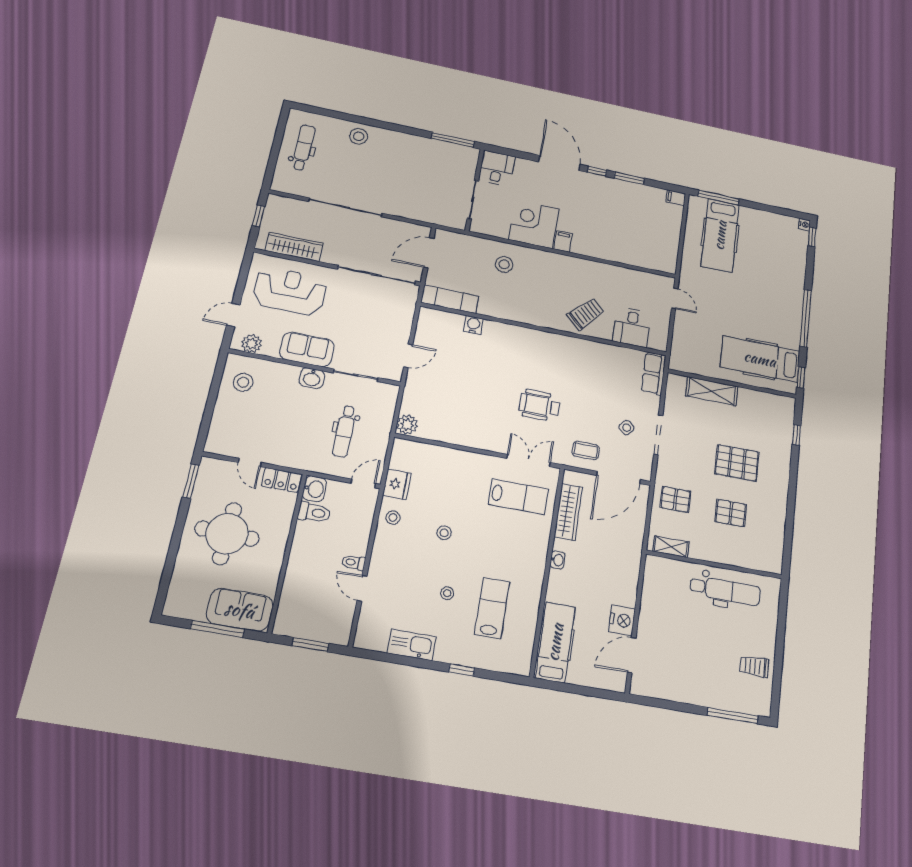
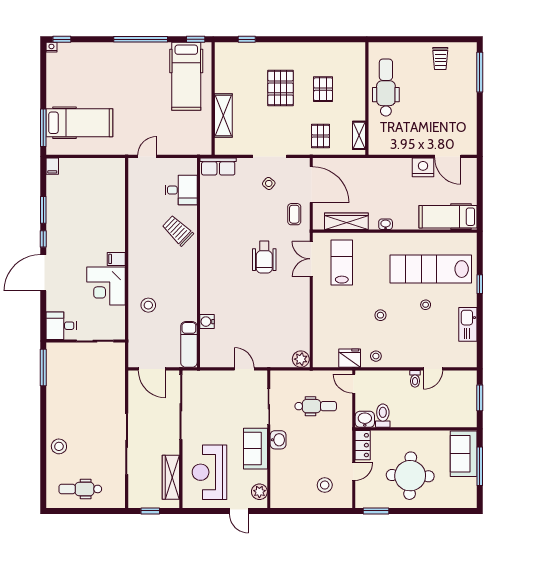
stool: (243, 382) -> (325, 485), moved
lab bench: (492, 608) -> (431, 269), width x1.86, depth x1.39

